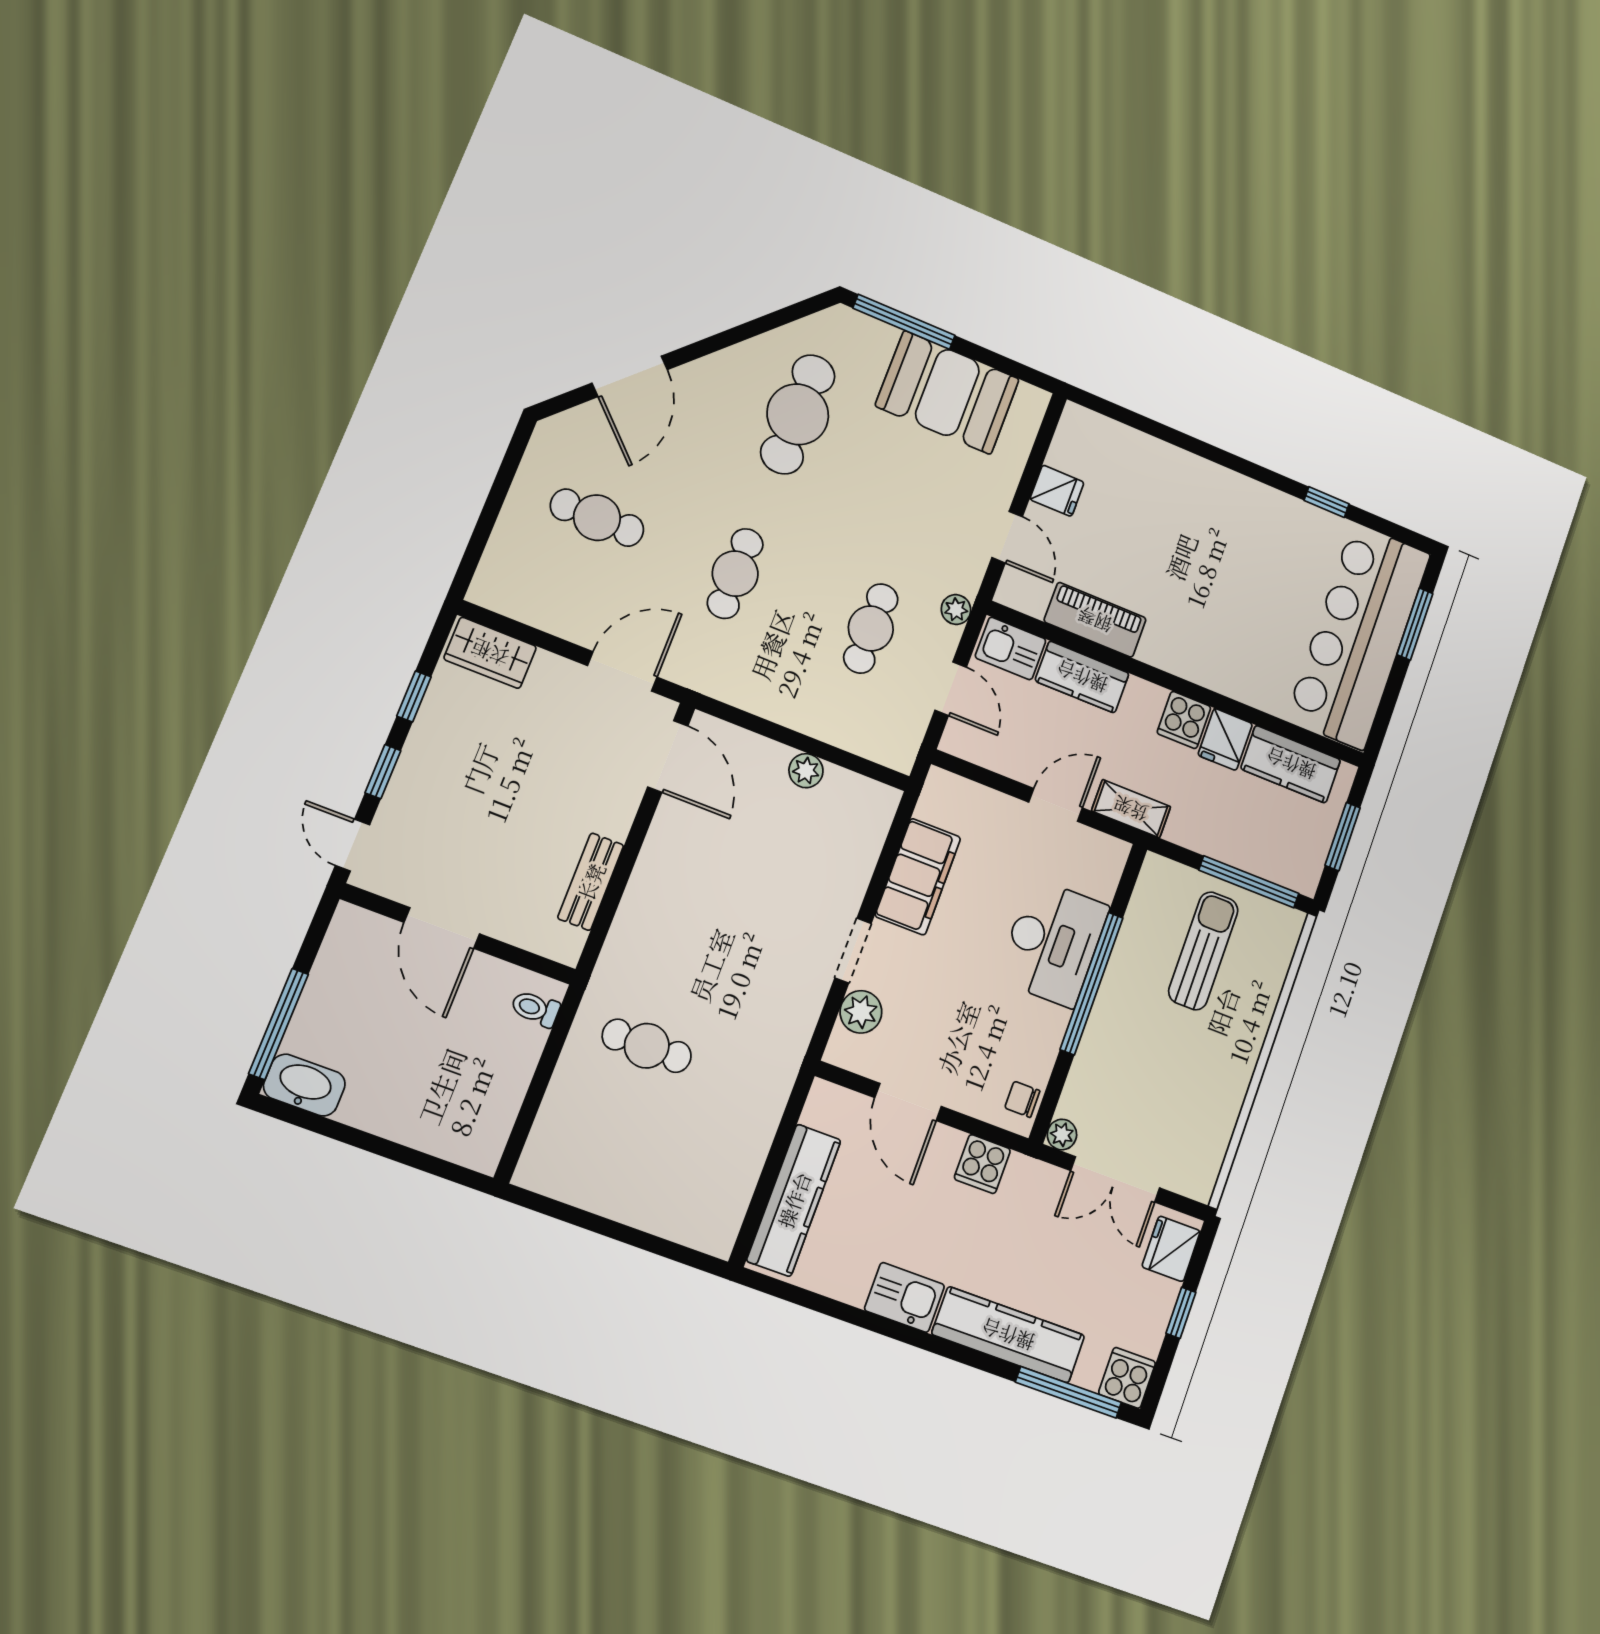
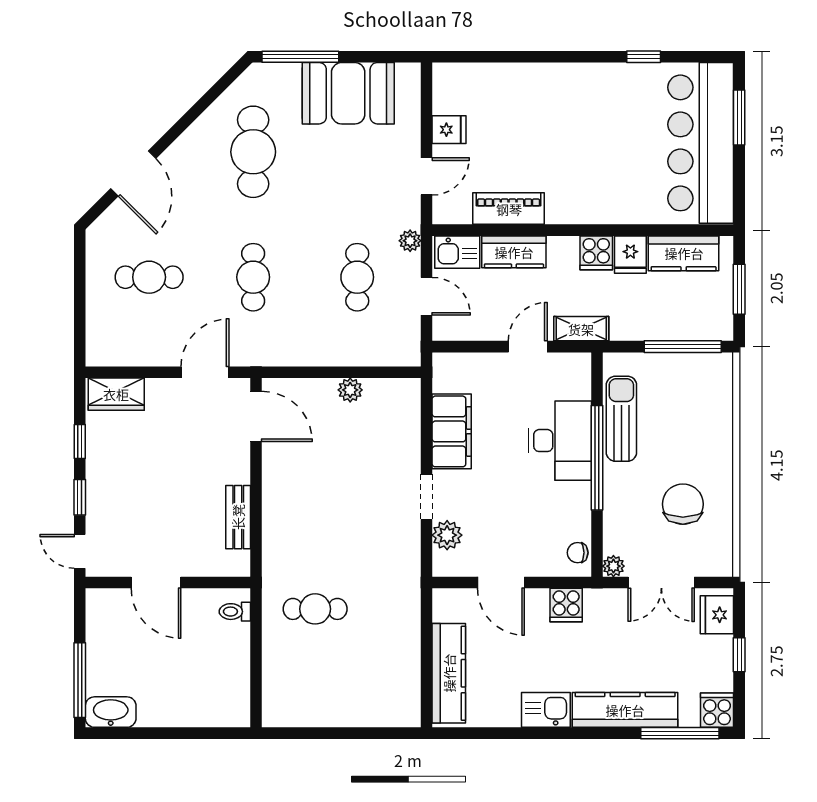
door: (1007, 537) -> (427, 176), hinge flipped
sun lounger: (1203, 951) -> (621, 419), moved
chair: (1179, 1086) -> (683, 504), added

